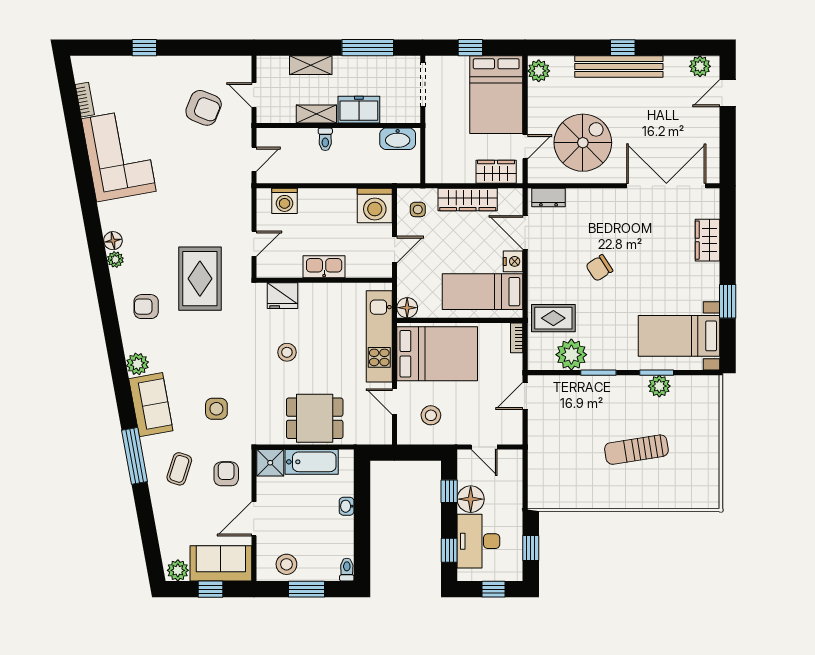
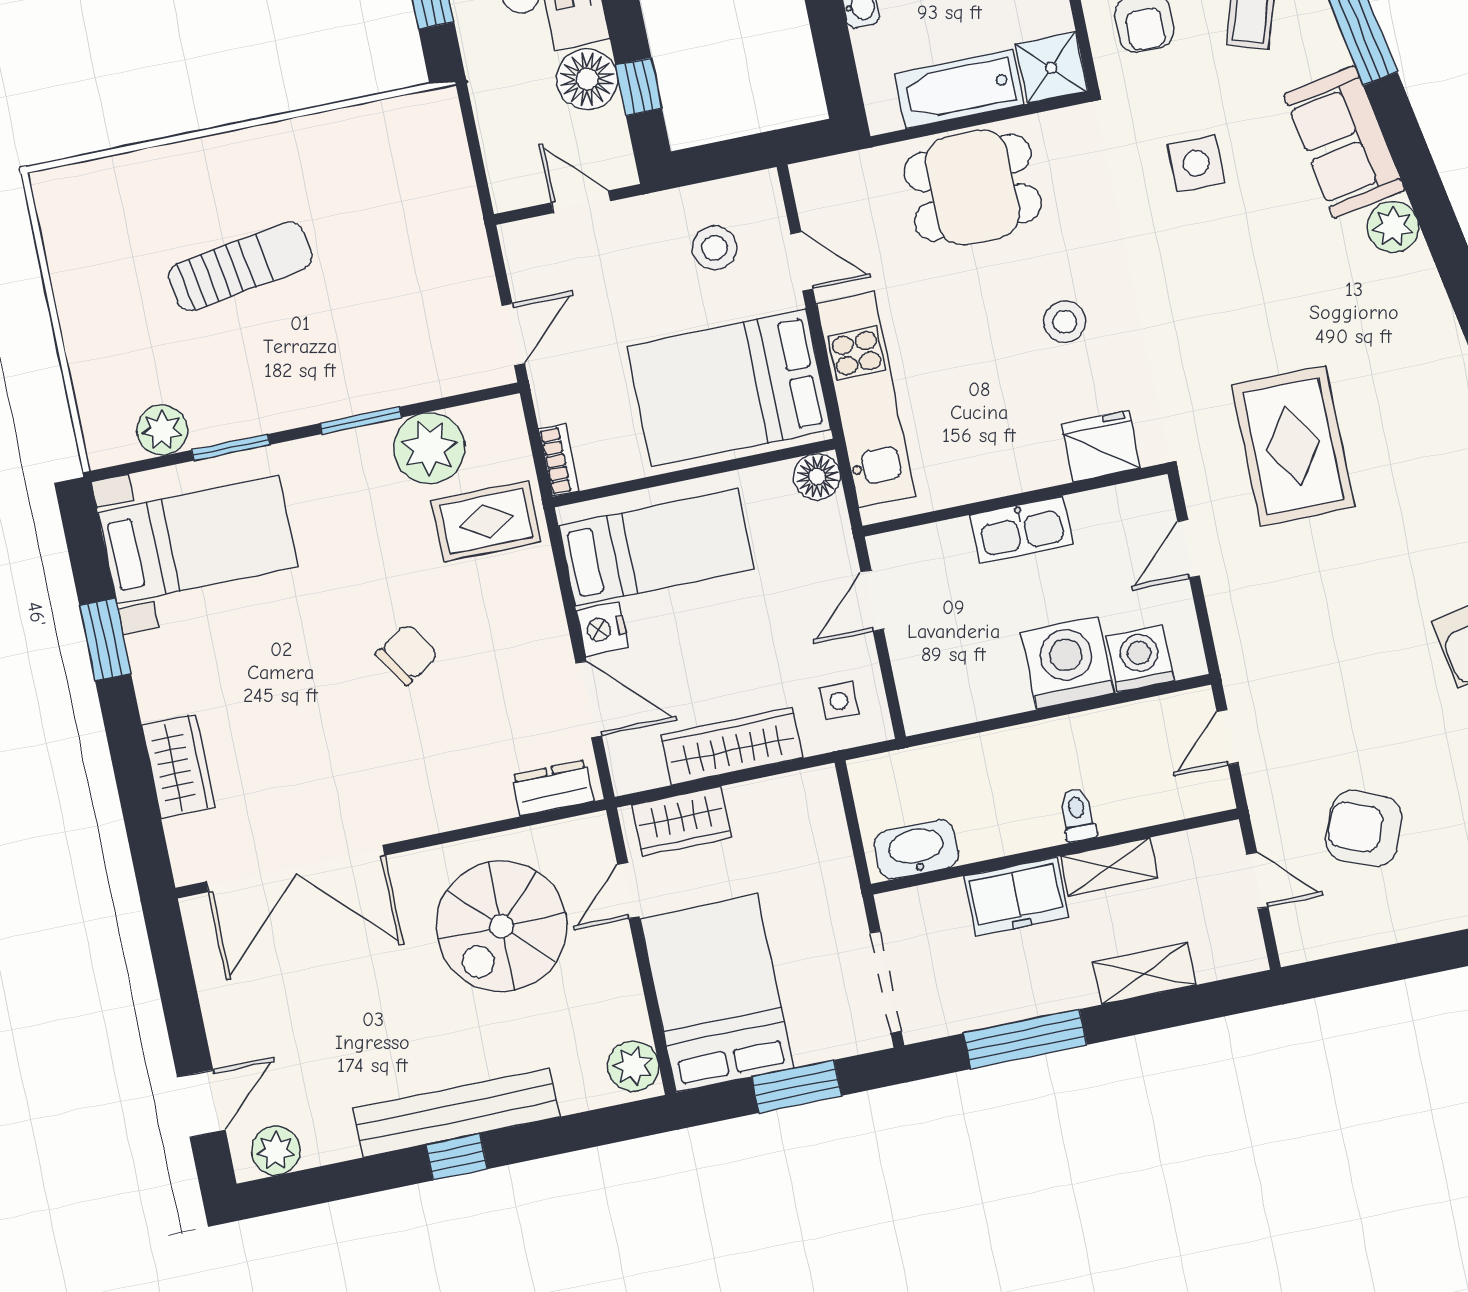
window: (470, 48) -> (797, 1086), width x1.50
washing machine: (375, 206) -> (1067, 663), moved
armchair: (146, 307) -> (1400, 359), removed
plant: (659, 386) -> (162, 430), moved

